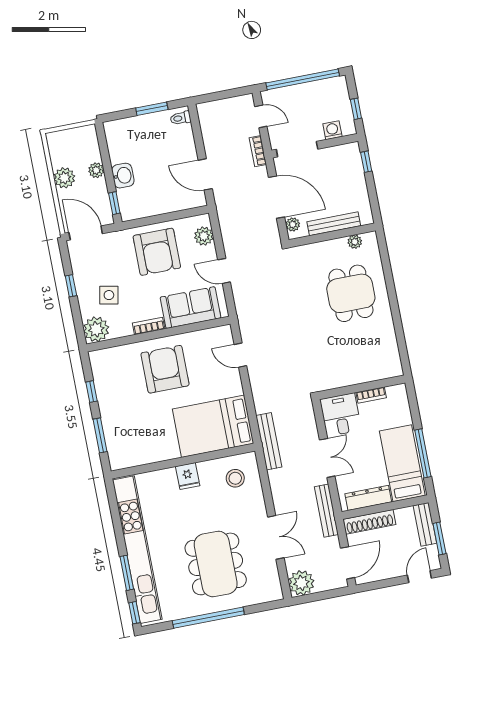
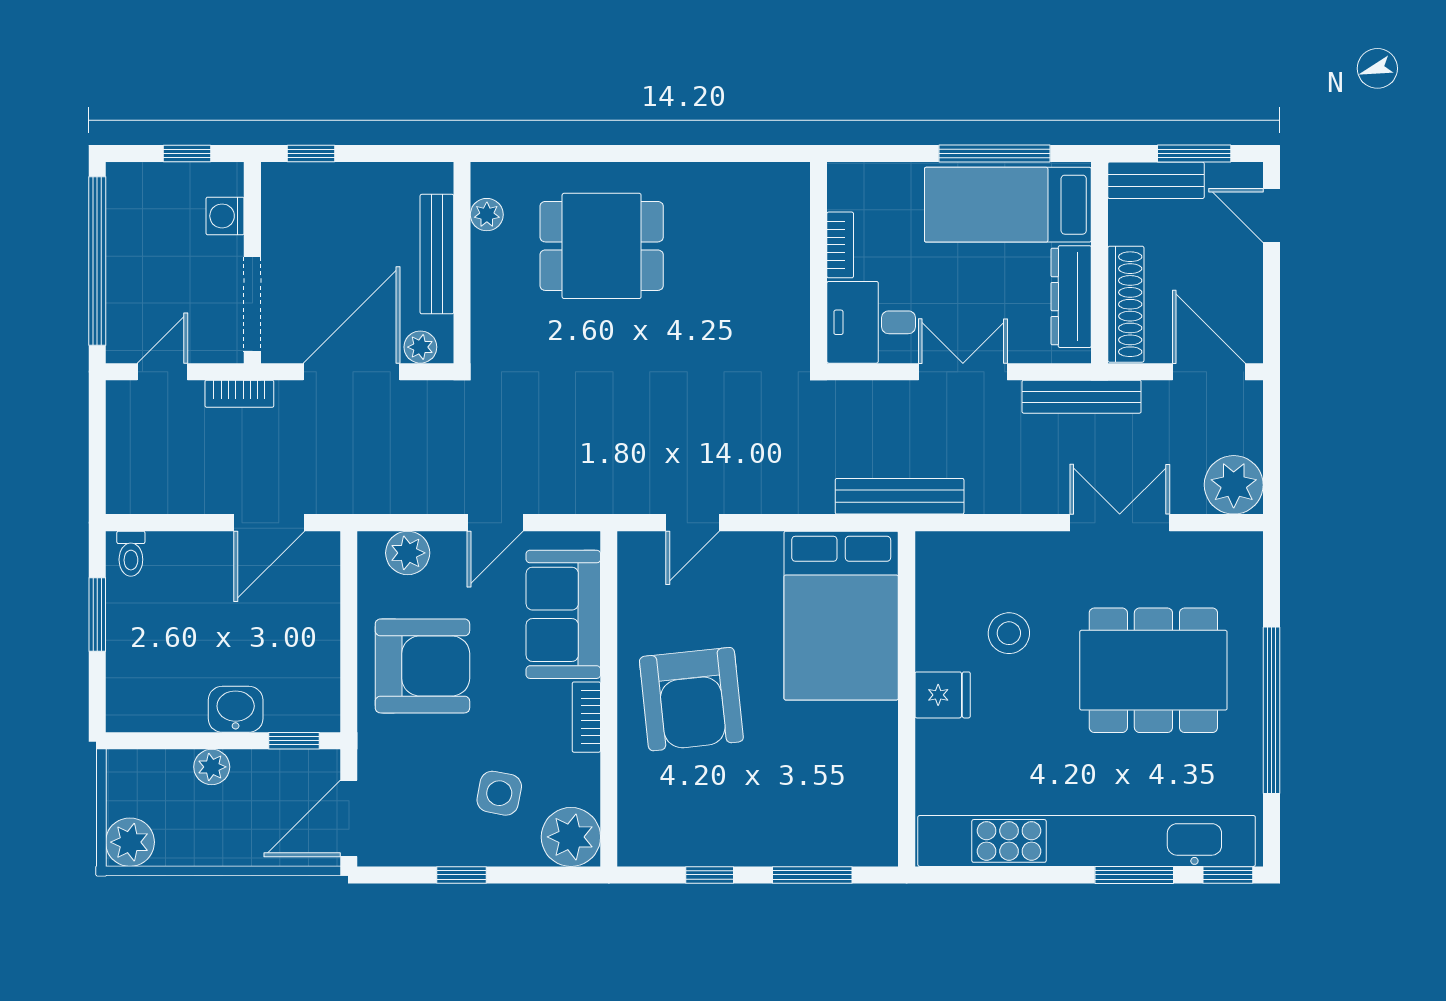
plant: (64, 178) -> (130, 842), moved
armchair: (165, 369) -> (691, 699), turned -96
stool: (235, 478) -> (1009, 633), moved

